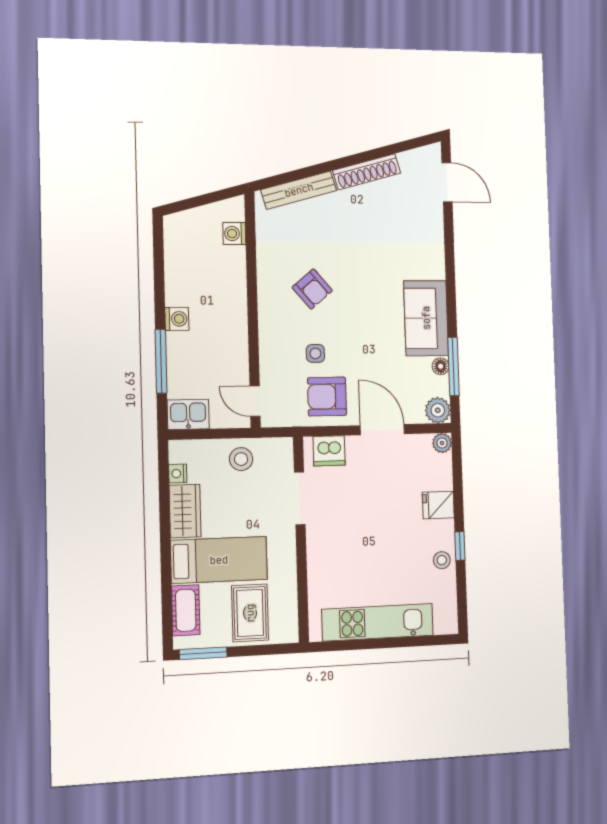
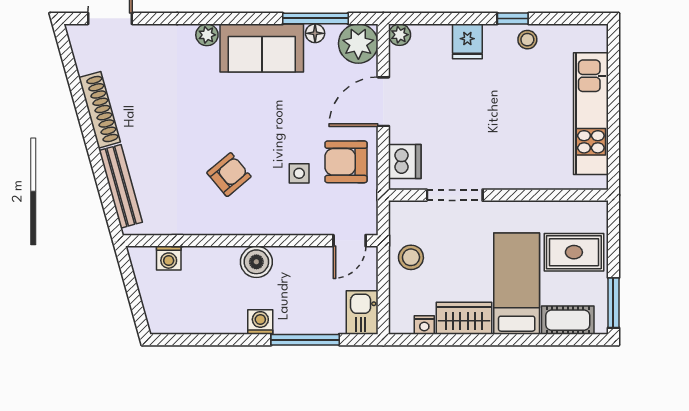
plant: (436, 269) -> (207, 35), added
boiler: (233, 315) -> (256, 262), added
armchair: (327, 397) -> (346, 162), turned 90
plant: (438, 410) -> (358, 44), width x1.36, depth x1.36

